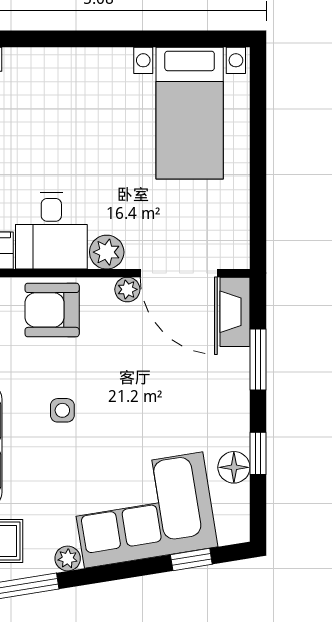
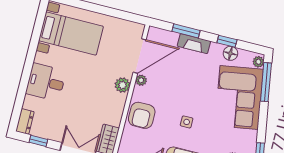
desk: (51, 231) -> (46, 82), moved, turned 180
fireplace: (235, 312) -> (194, 44), moved
plant: (68, 558) -> (258, 62), moved
window: (191, 559) -> (266, 82), width x2.17

